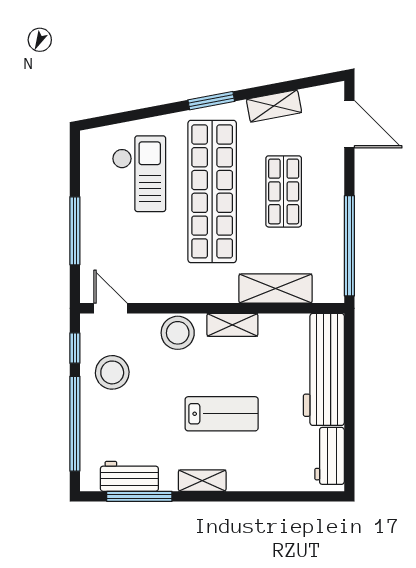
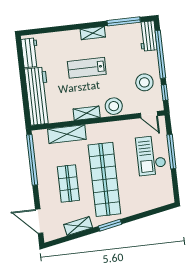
checkout: (139, 174) -> (151, 155), moved
workbench: (129, 476) -> (148, 36), moved, turned 90

